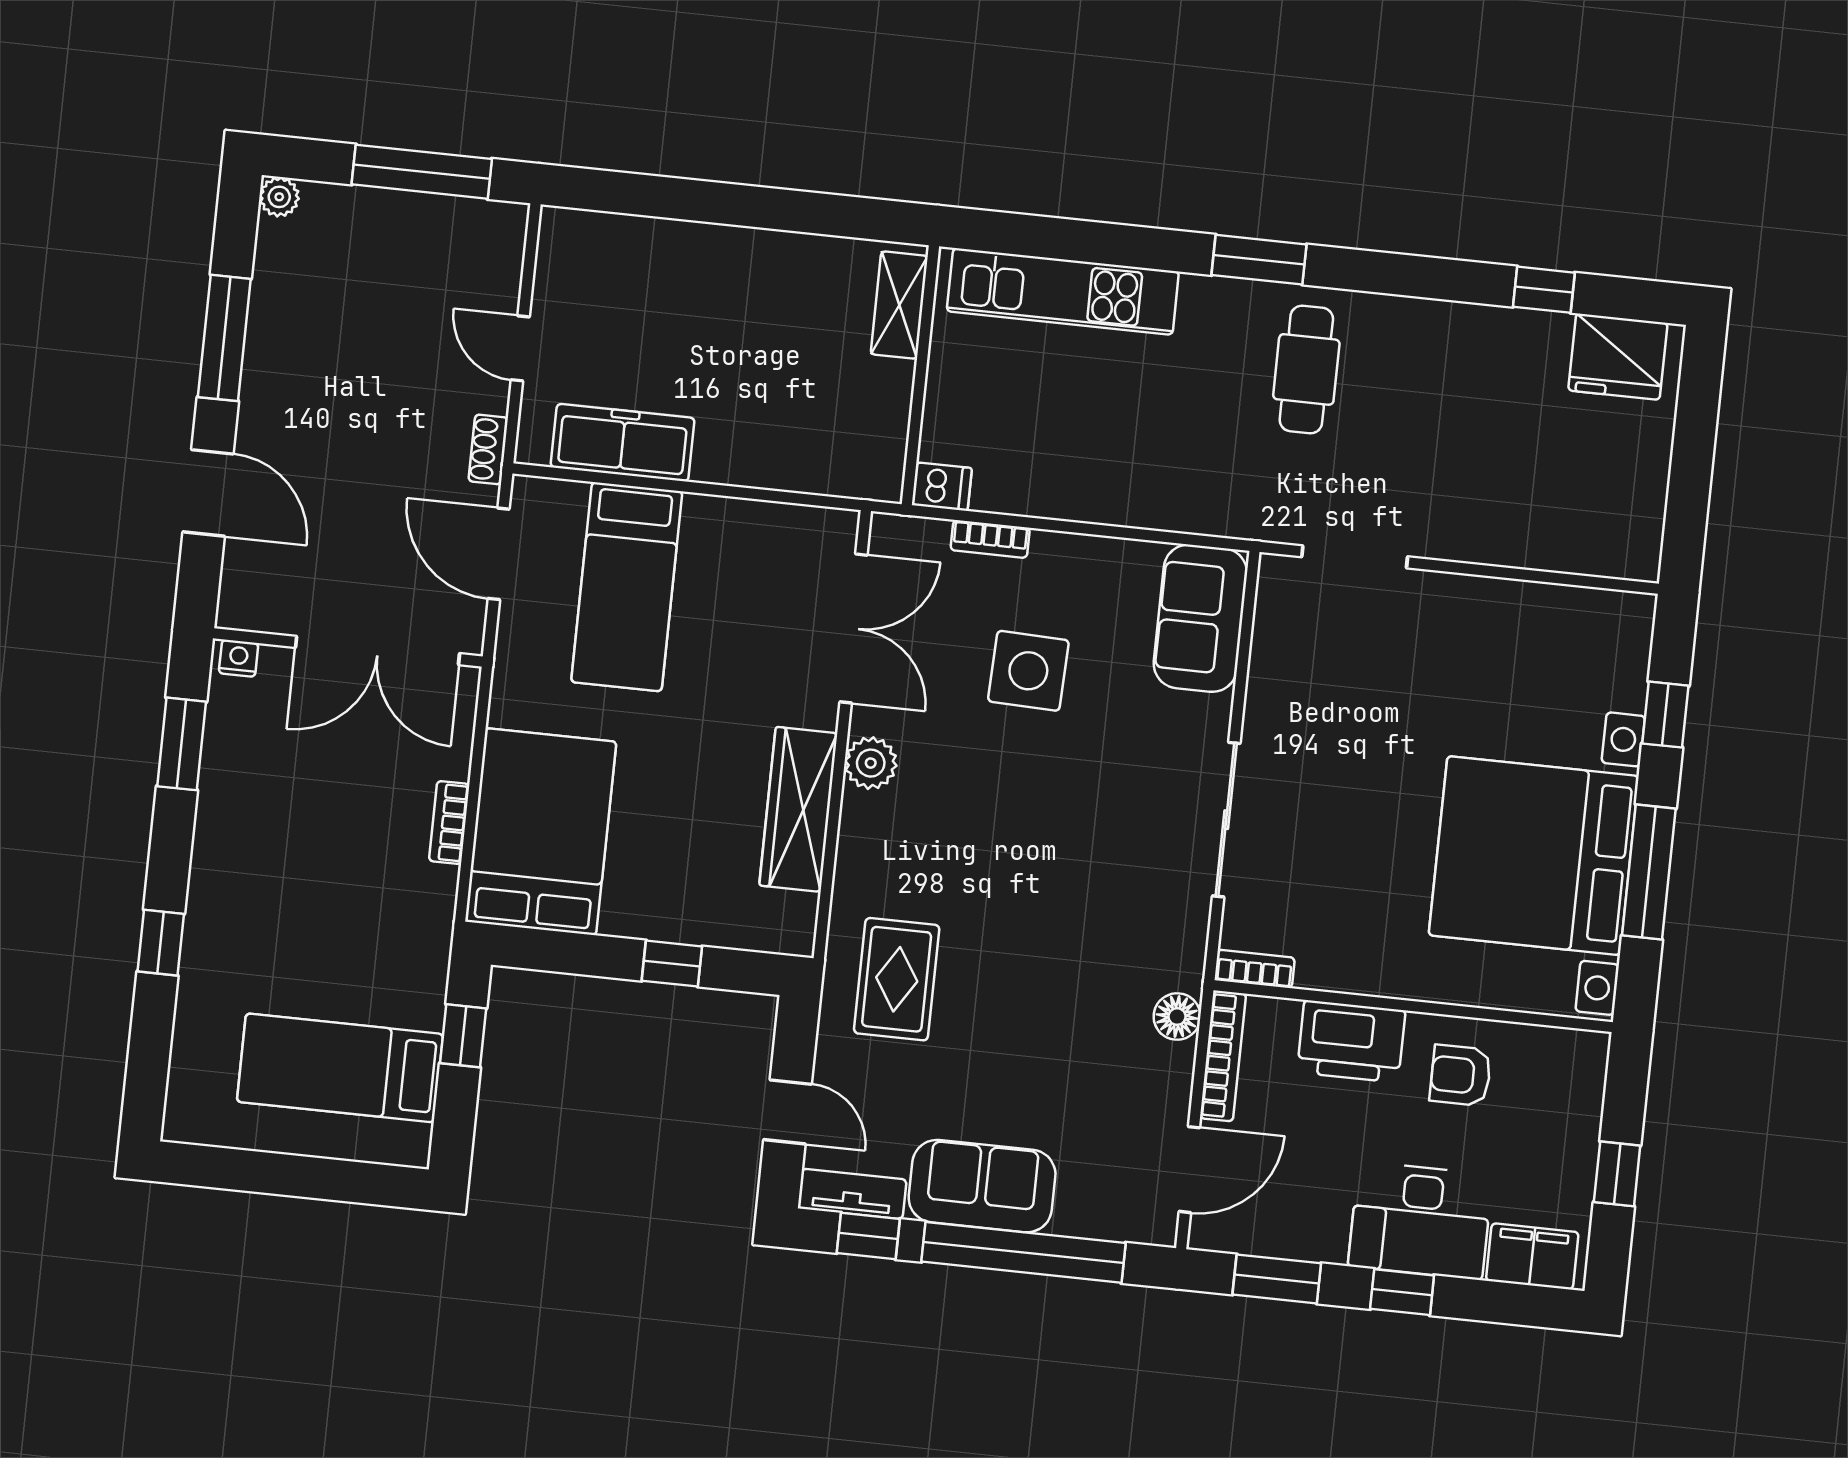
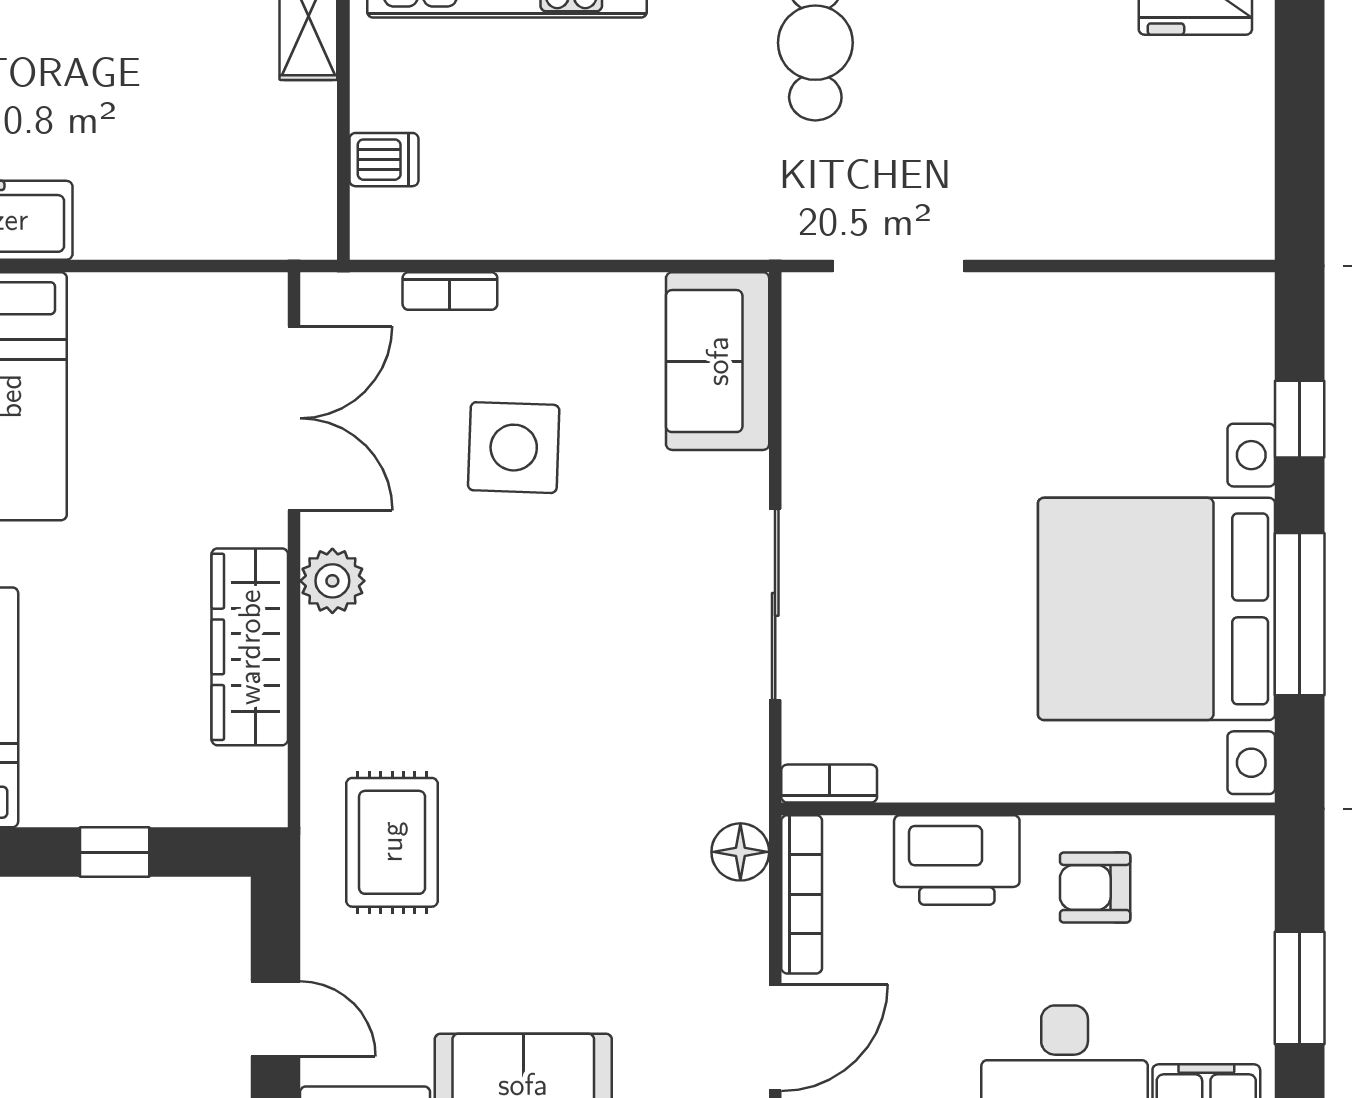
dishwasher: (942, 487) -> (384, 160), moved
window: (1617, 1174) -> (1300, 988), width x1.50

